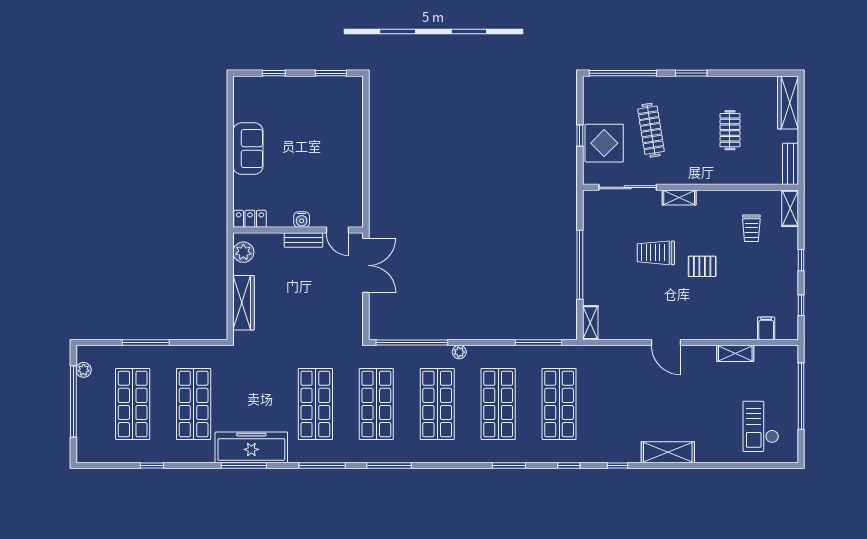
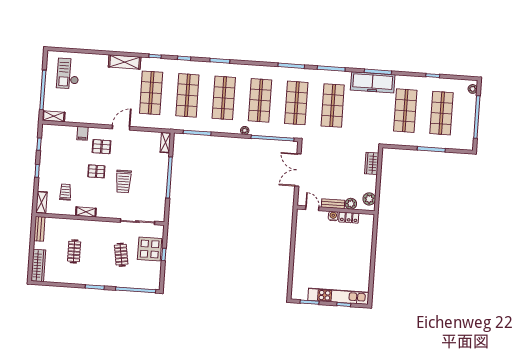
kitchen unit: (284, 86) -> (338, 296), added
clothes rail: (651, 130) -> (121, 255), width x0.73
sofa: (248, 149) -> (362, 261), removed
shelving: (679, 197) -> (86, 212), moved
locker: (250, 219) -> (349, 218), moved
plant: (274, 242) -> (351, 204), added
trolley: (656, 253) -> (123, 181), turned 90
double door: (366, 265) -> (298, 170), moved
wardrobe: (244, 303) -> (372, 163), width x0.67
pallet: (696, 308) -> (102, 147), added
filing cabinet: (766, 328) -> (82, 133), moved
door: (666, 342) -> (121, 128), hinge flipped
shelving: (735, 353) -> (54, 116), moved
plant: (84, 370) -> (473, 89), moved
shop shelf: (620, 404) -> (151, 93), added
checkout: (761, 426) -> (68, 74), turned 180

